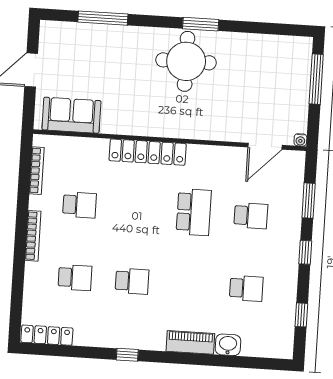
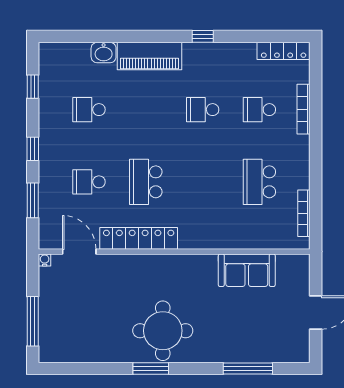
sofa: (71, 115) -> (247, 270), moved
door: (265, 146) -> (79, 252), hinge flipped
locker: (148, 152) -> (139, 238), moved
school desk: (79, 205) -> (259, 182), width x1.85
bookcase: (33, 236) -> (304, 109), moved
piano: (190, 342) -> (149, 56), width x1.37, depth x1.33

